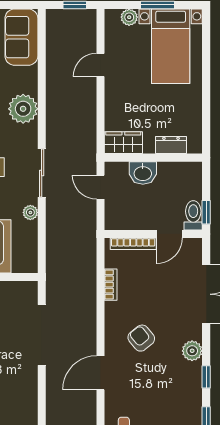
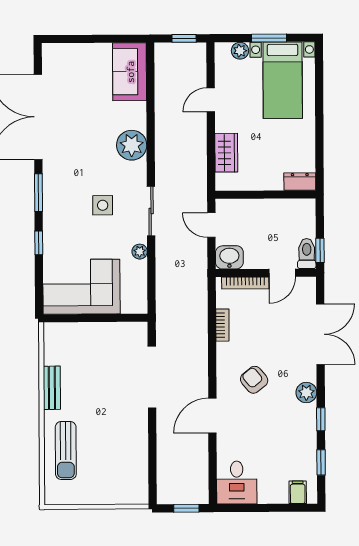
wardrobe: (123, 143) -> (226, 153), moved, turned 90
dresser: (171, 145) -> (300, 182), moved
washbasin: (143, 173) -> (229, 257), moved, turned 180

